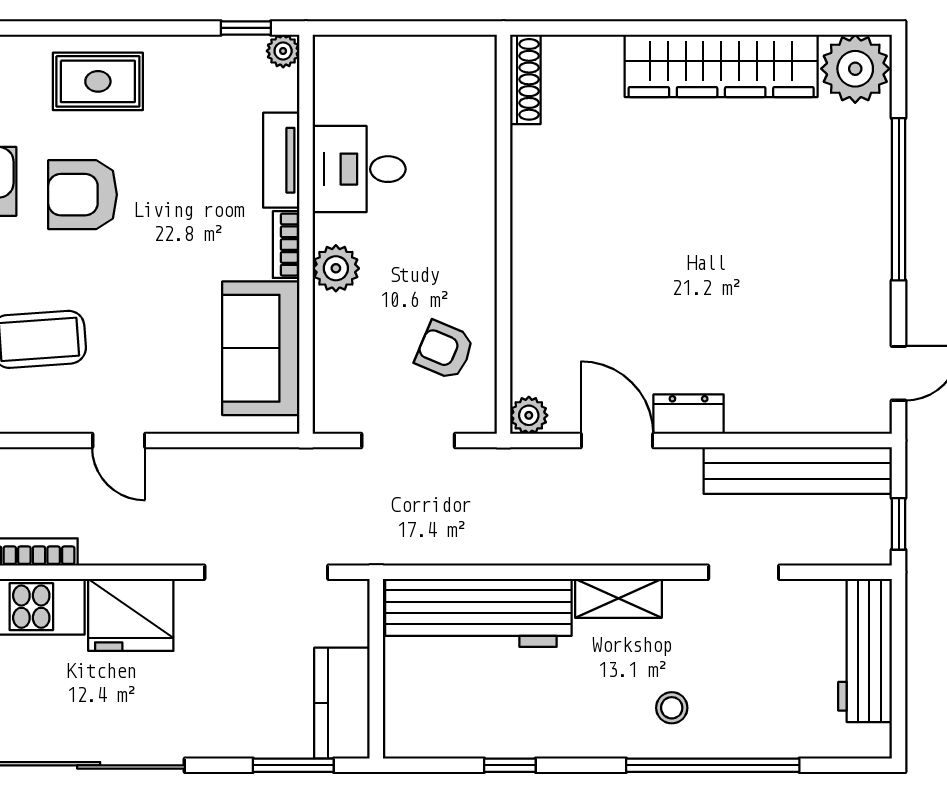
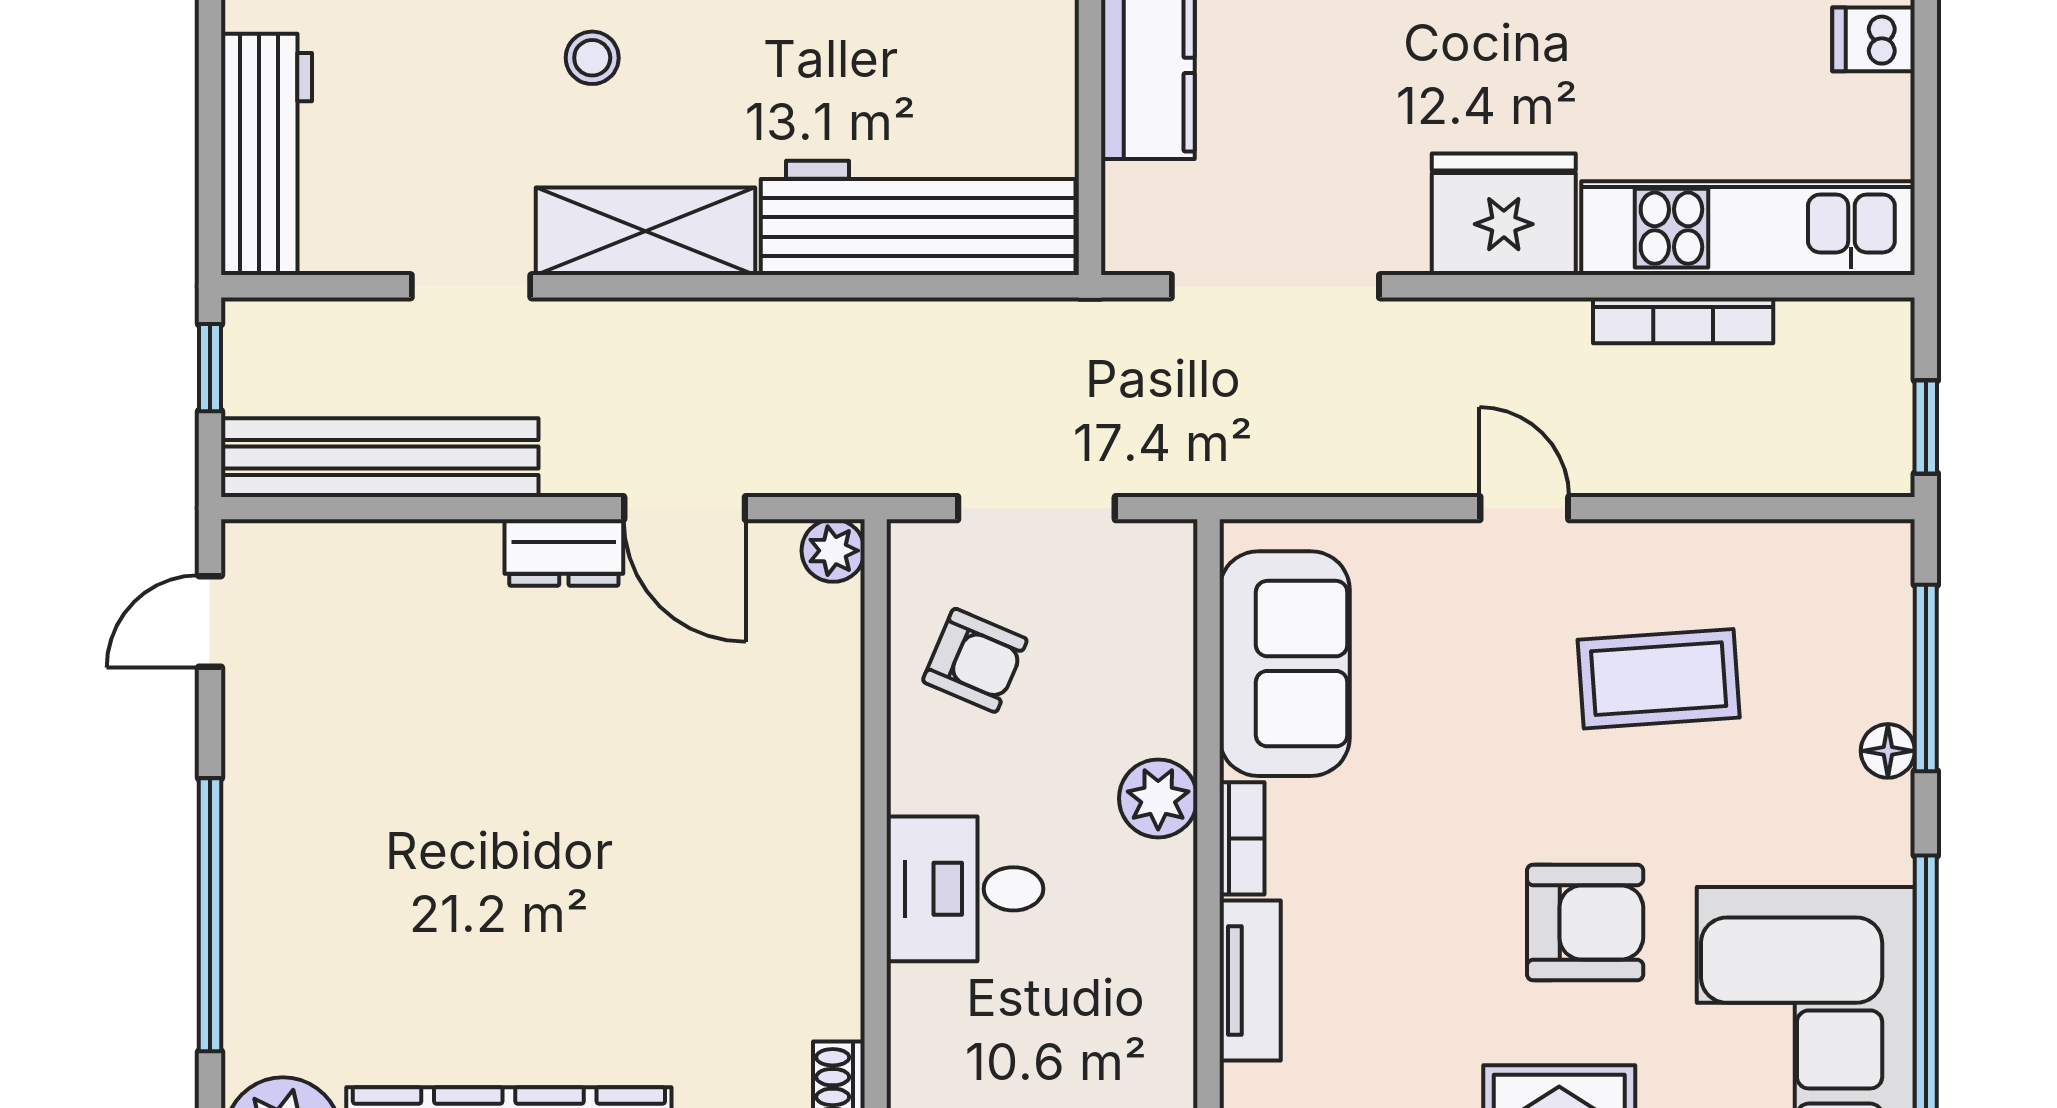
desk: (359, 169) -> (965, 889), moved, turned 180
shelving: (618, 598) -> (645, 231), width x1.50, depth x1.33

